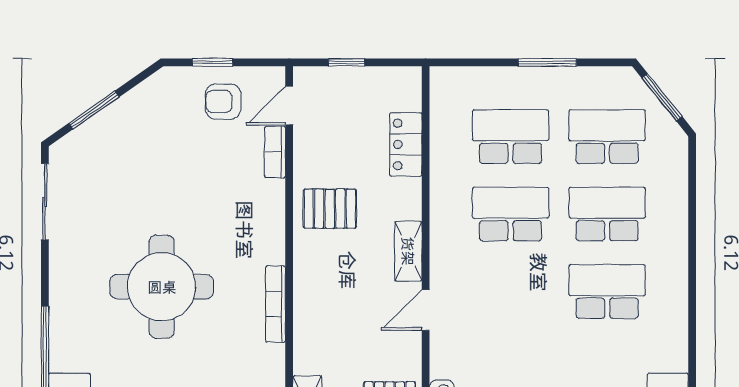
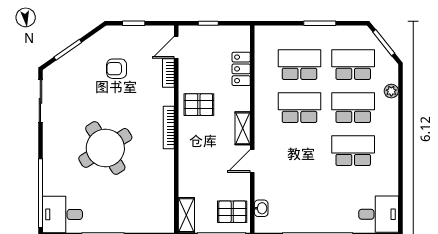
armchair: (223, 102) -> (117, 69), moved
plant: (676, 184) -> (391, 91), added
round table: (162, 287) -> (105, 148), turned -32
bookcase: (276, 304) -> (169, 128), moved

